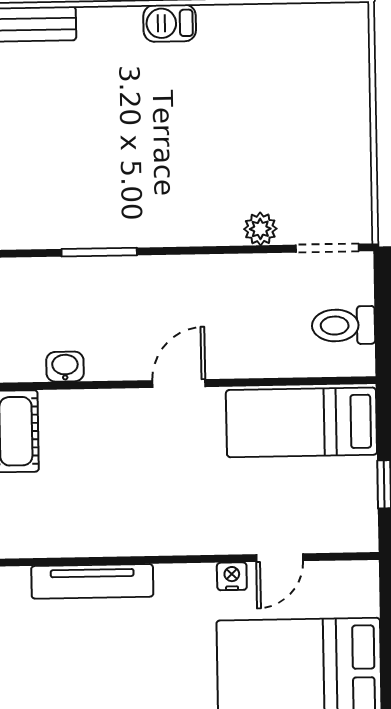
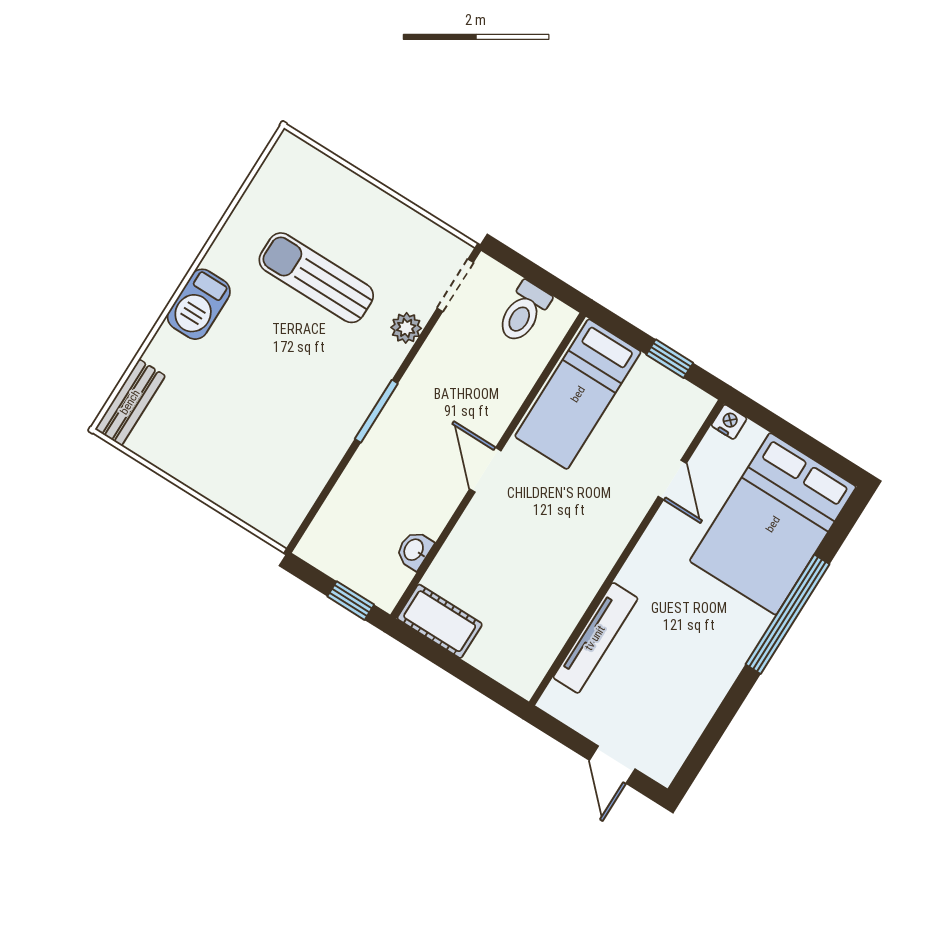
barbecue: (170, 23) -> (199, 304), width x1.38, depth x1.27
sun lounger: (253, 118) -> (316, 278), added
window: (99, 252) -> (376, 411), moved
nightstand: (232, 576) -> (729, 422), moved, turned 90

